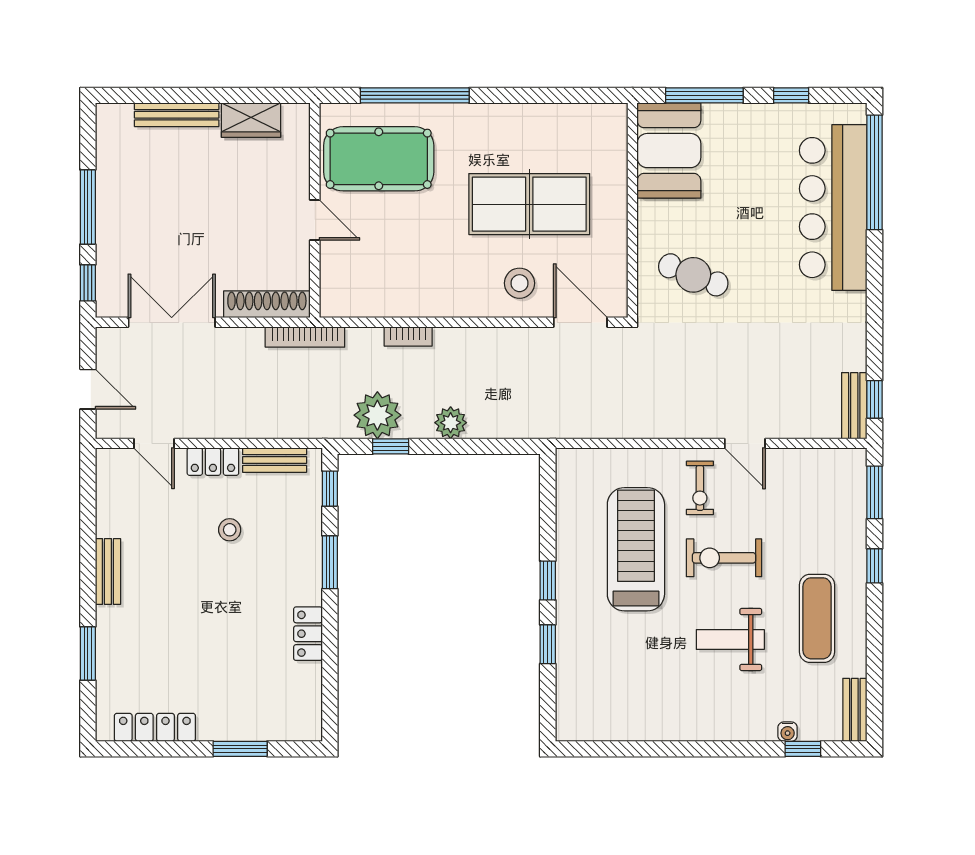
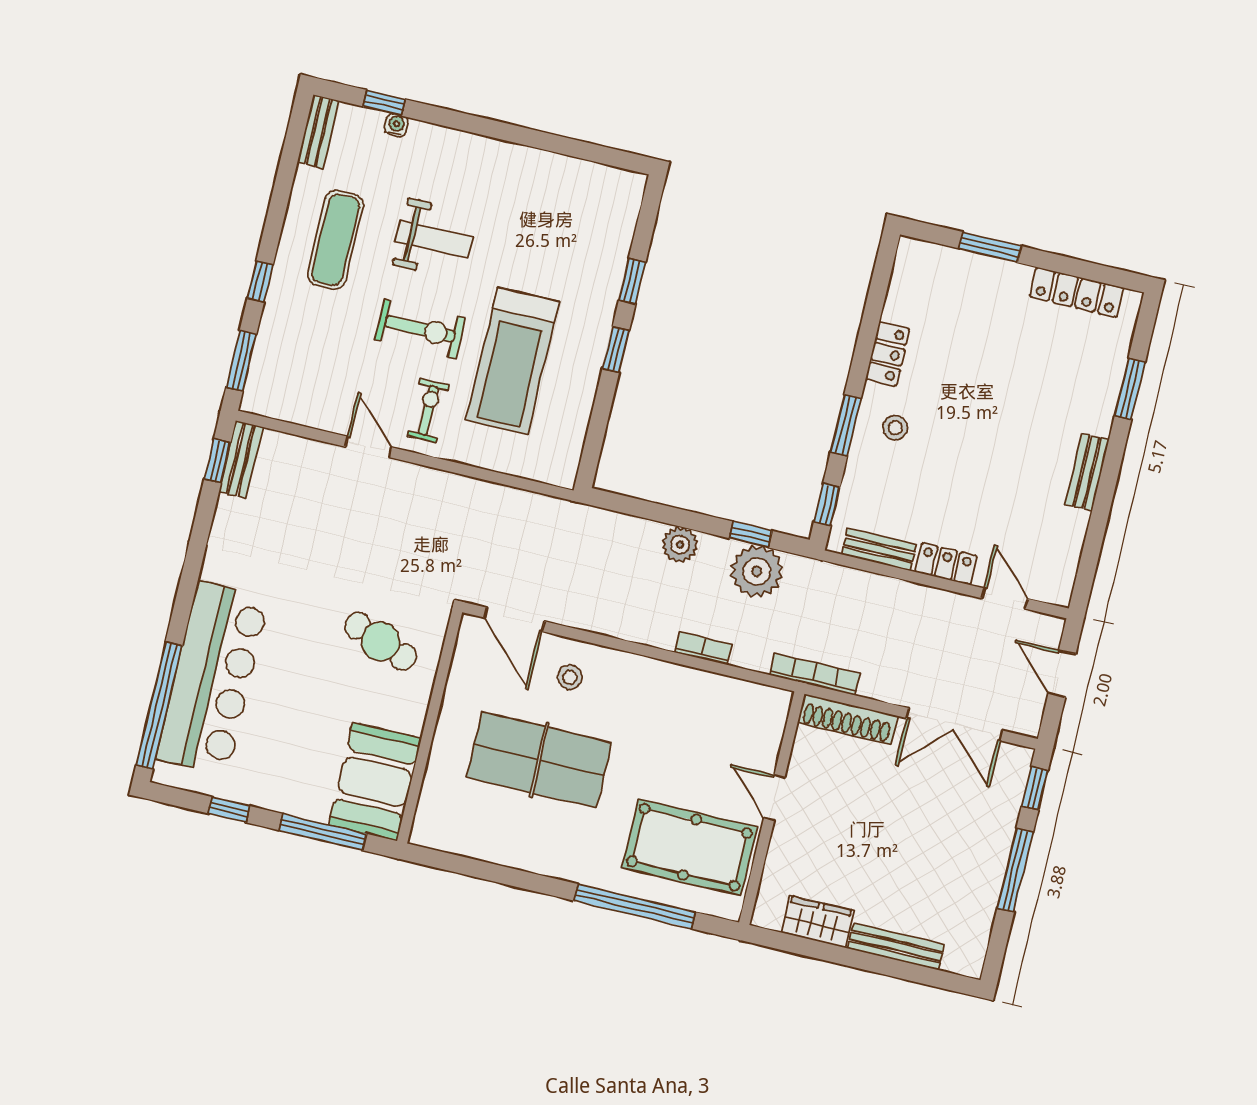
stool: (520, 283) -> (570, 677), width x0.73, depth x0.73
stool: (230, 530) -> (895, 428), moved

